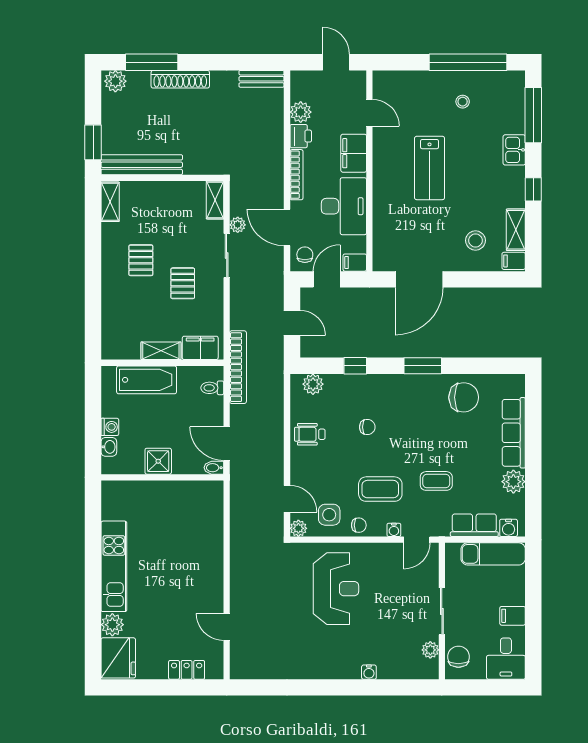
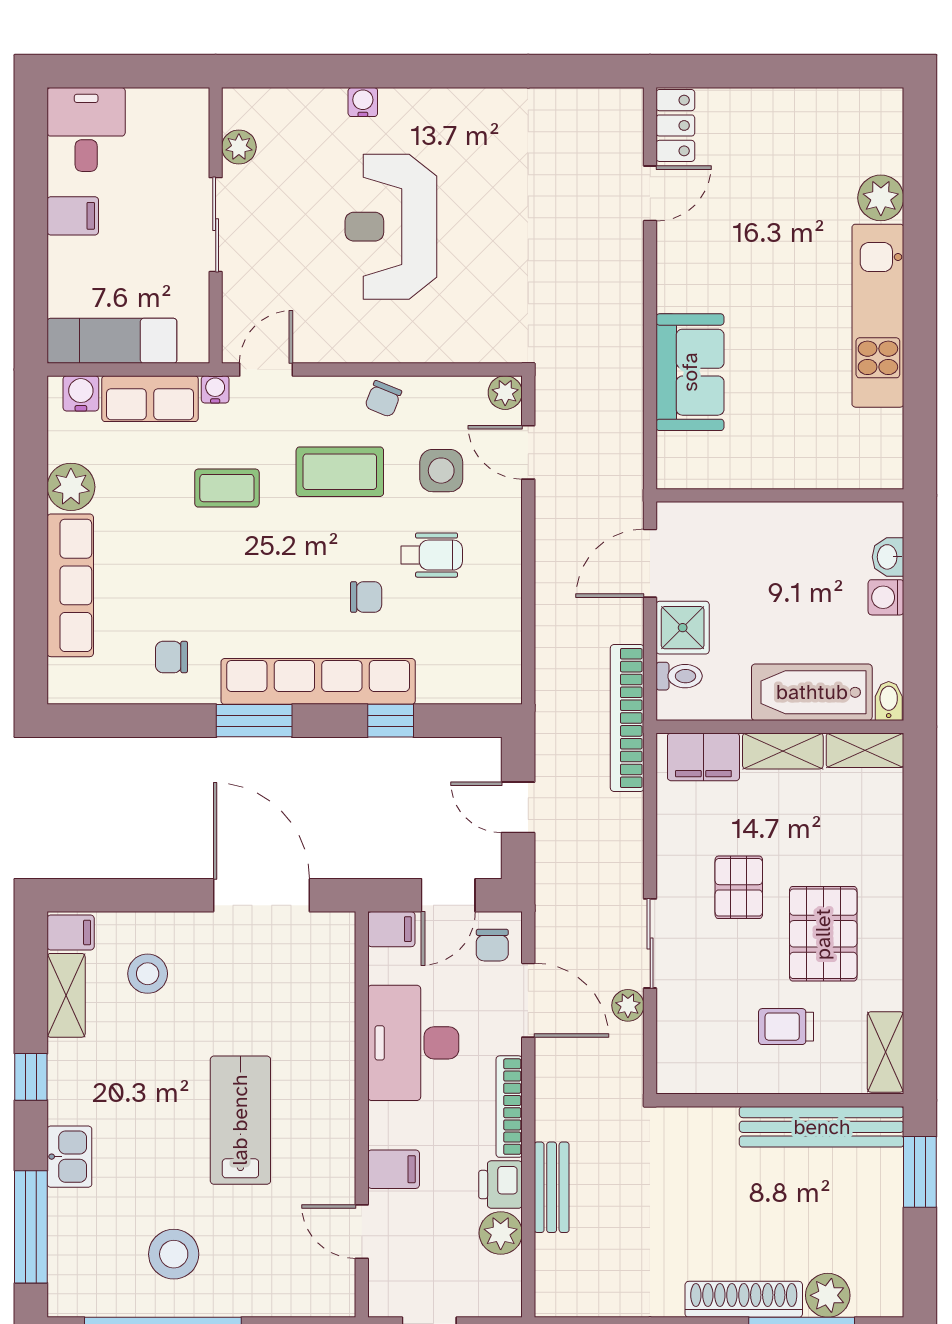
bench: (262, 79) -> (552, 1187), moved, turned 90
plant: (115, 81) -> (828, 1295), moved
stool: (463, 102) -> (174, 1254), width x1.89, depth x1.89
filing cabinet: (354, 153) -> (394, 1169), width x0.50
shelving: (215, 200) -> (865, 750), moved, turned 90
trolley: (159, 214) -> (786, 1027), added
pallet: (141, 260) -> (823, 934), width x1.50, depth x1.42
door: (419, 279) -> (261, 895), hinge flipped
plant: (313, 384) -> (476, 684), removed
row of seats: (391, 385) -> (318, 681), added
chair: (464, 397) -> (171, 657), width x0.54, depth x0.54
chair: (367, 427) -> (366, 597), turned 180
wheelchair: (310, 434) -> (432, 555), moved
door: (227, 444) -> (650, 563), swing flipped
shower: (158, 461) -> (683, 628), moved
bidet: (214, 468) -> (889, 701), moved, turned -90
side table: (329, 515) -> (441, 471), moved
chair: (359, 525) -> (383, 399), turned -68
water cooler: (394, 530) -> (215, 389), moved
sofa: (207, 538) -> (690, 372), added
reception desk: (336, 589) -> (391, 227), moved
door: (227, 627) -> (650, 193), hinge flipped
chair: (458, 657) -> (182, 133), removed
fridge: (118, 658) -> (869, 131), removed
locker: (187, 670) -> (675, 125), moved, turned -90

